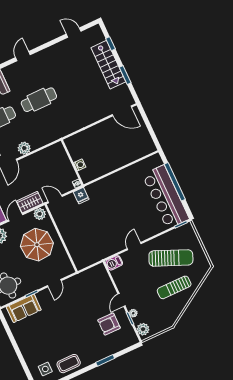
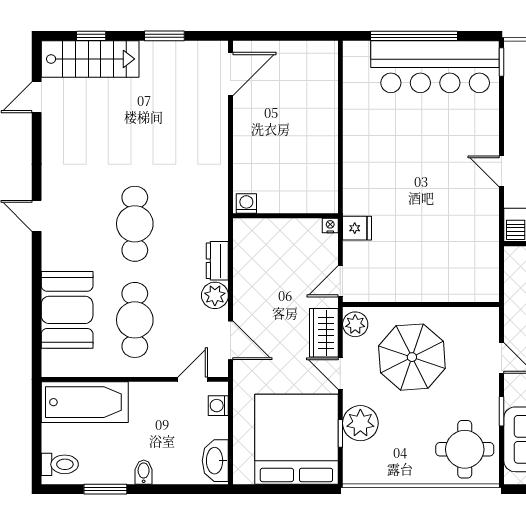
stairs: (108, 65) -> (90, 59), moved
dresser: (39, 142) -> (217, 261), added
washing machine: (80, 165) -> (246, 204), moved

